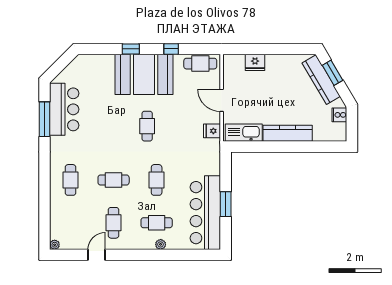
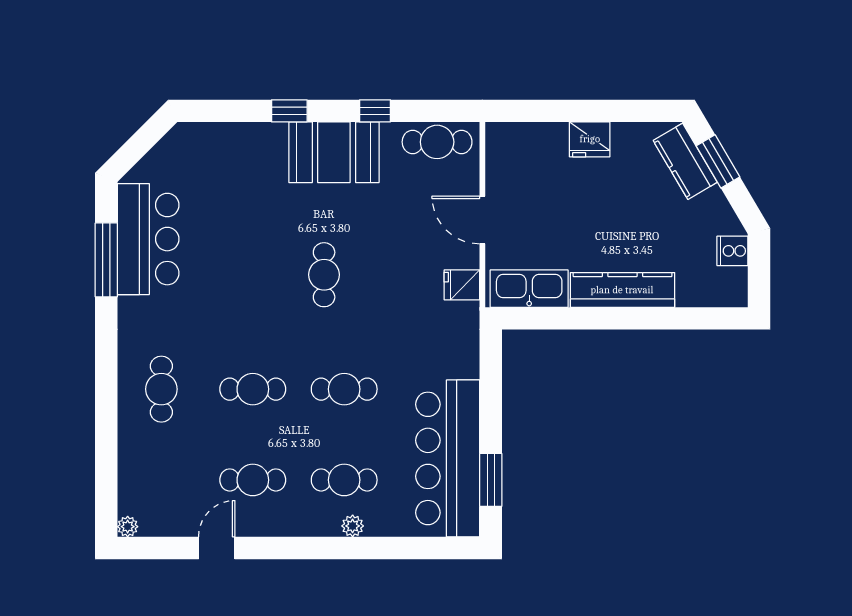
fridge: (255, 62) -> (590, 139), moved
booth: (144, 74) -> (334, 152), width x0.73, depth x0.70
kitchen counter: (321, 80) -> (685, 161), width x0.67
cafe table: (157, 180) -> (344, 389), turned 90
window: (226, 204) -> (491, 480), moved
cafe table: (114, 223) -> (253, 480), turned 90

